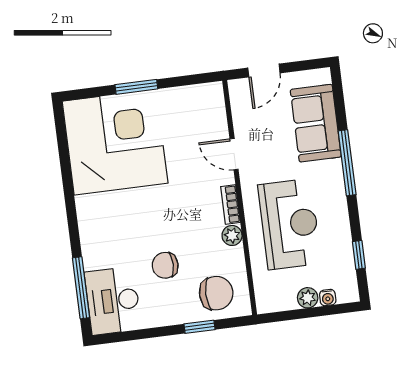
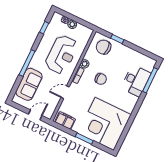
filing cabinet: (197, 98) -> (65, 121), added
door: (234, 154) -> (65, 92), swing flipped
reception desk: (290, 224) -> (62, 55), turned 180
chair: (165, 265) -> (101, 79), moved
desk: (113, 301) -> (136, 81), moved

